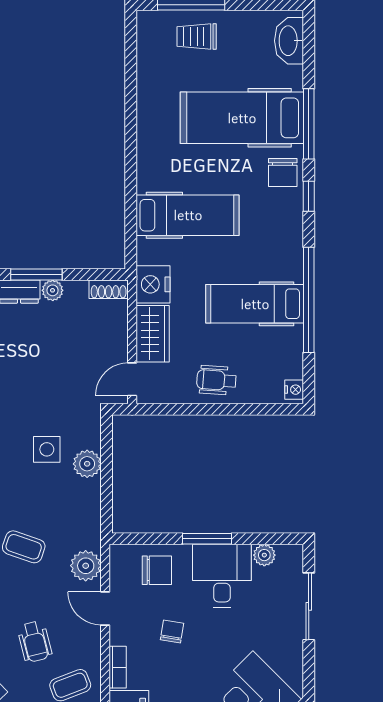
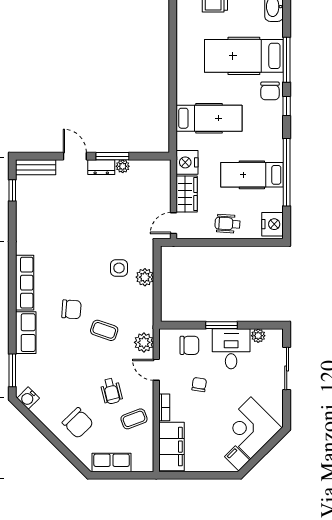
shoe rack: (109, 289) -> (159, 166), removed
nightstand: (294, 390) -> (273, 224), width x1.89, depth x1.79

